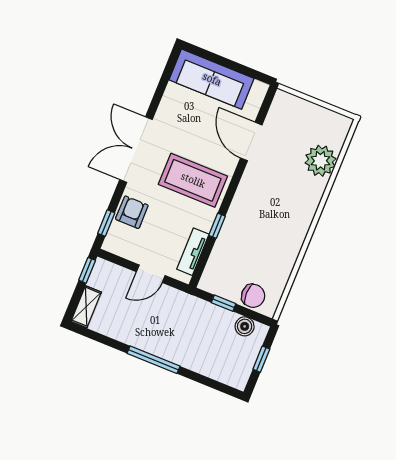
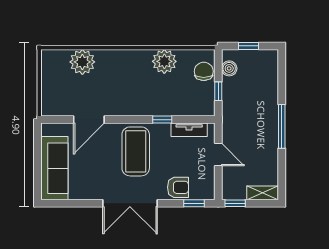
armchair: (132, 212) -> (178, 187), turned 180
plant: (283, 255) -> (164, 61), added

